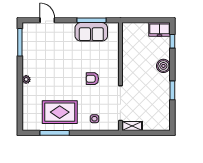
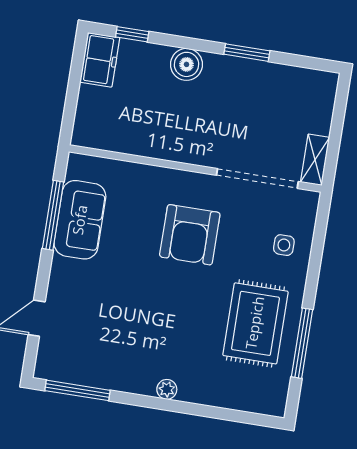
armchair: (92, 79) -> (190, 235), width x1.88, depth x1.88

